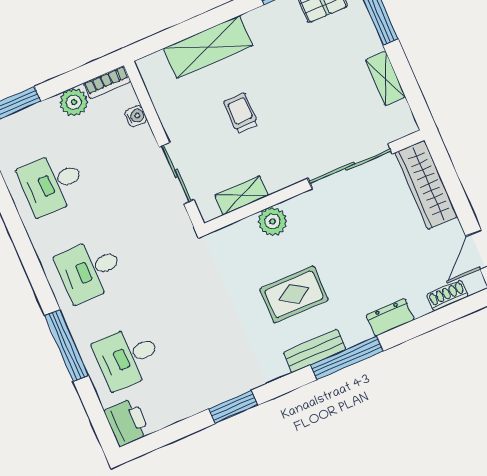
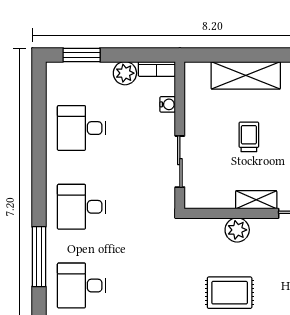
shelving: (241, 195) -> (256, 200), moved

